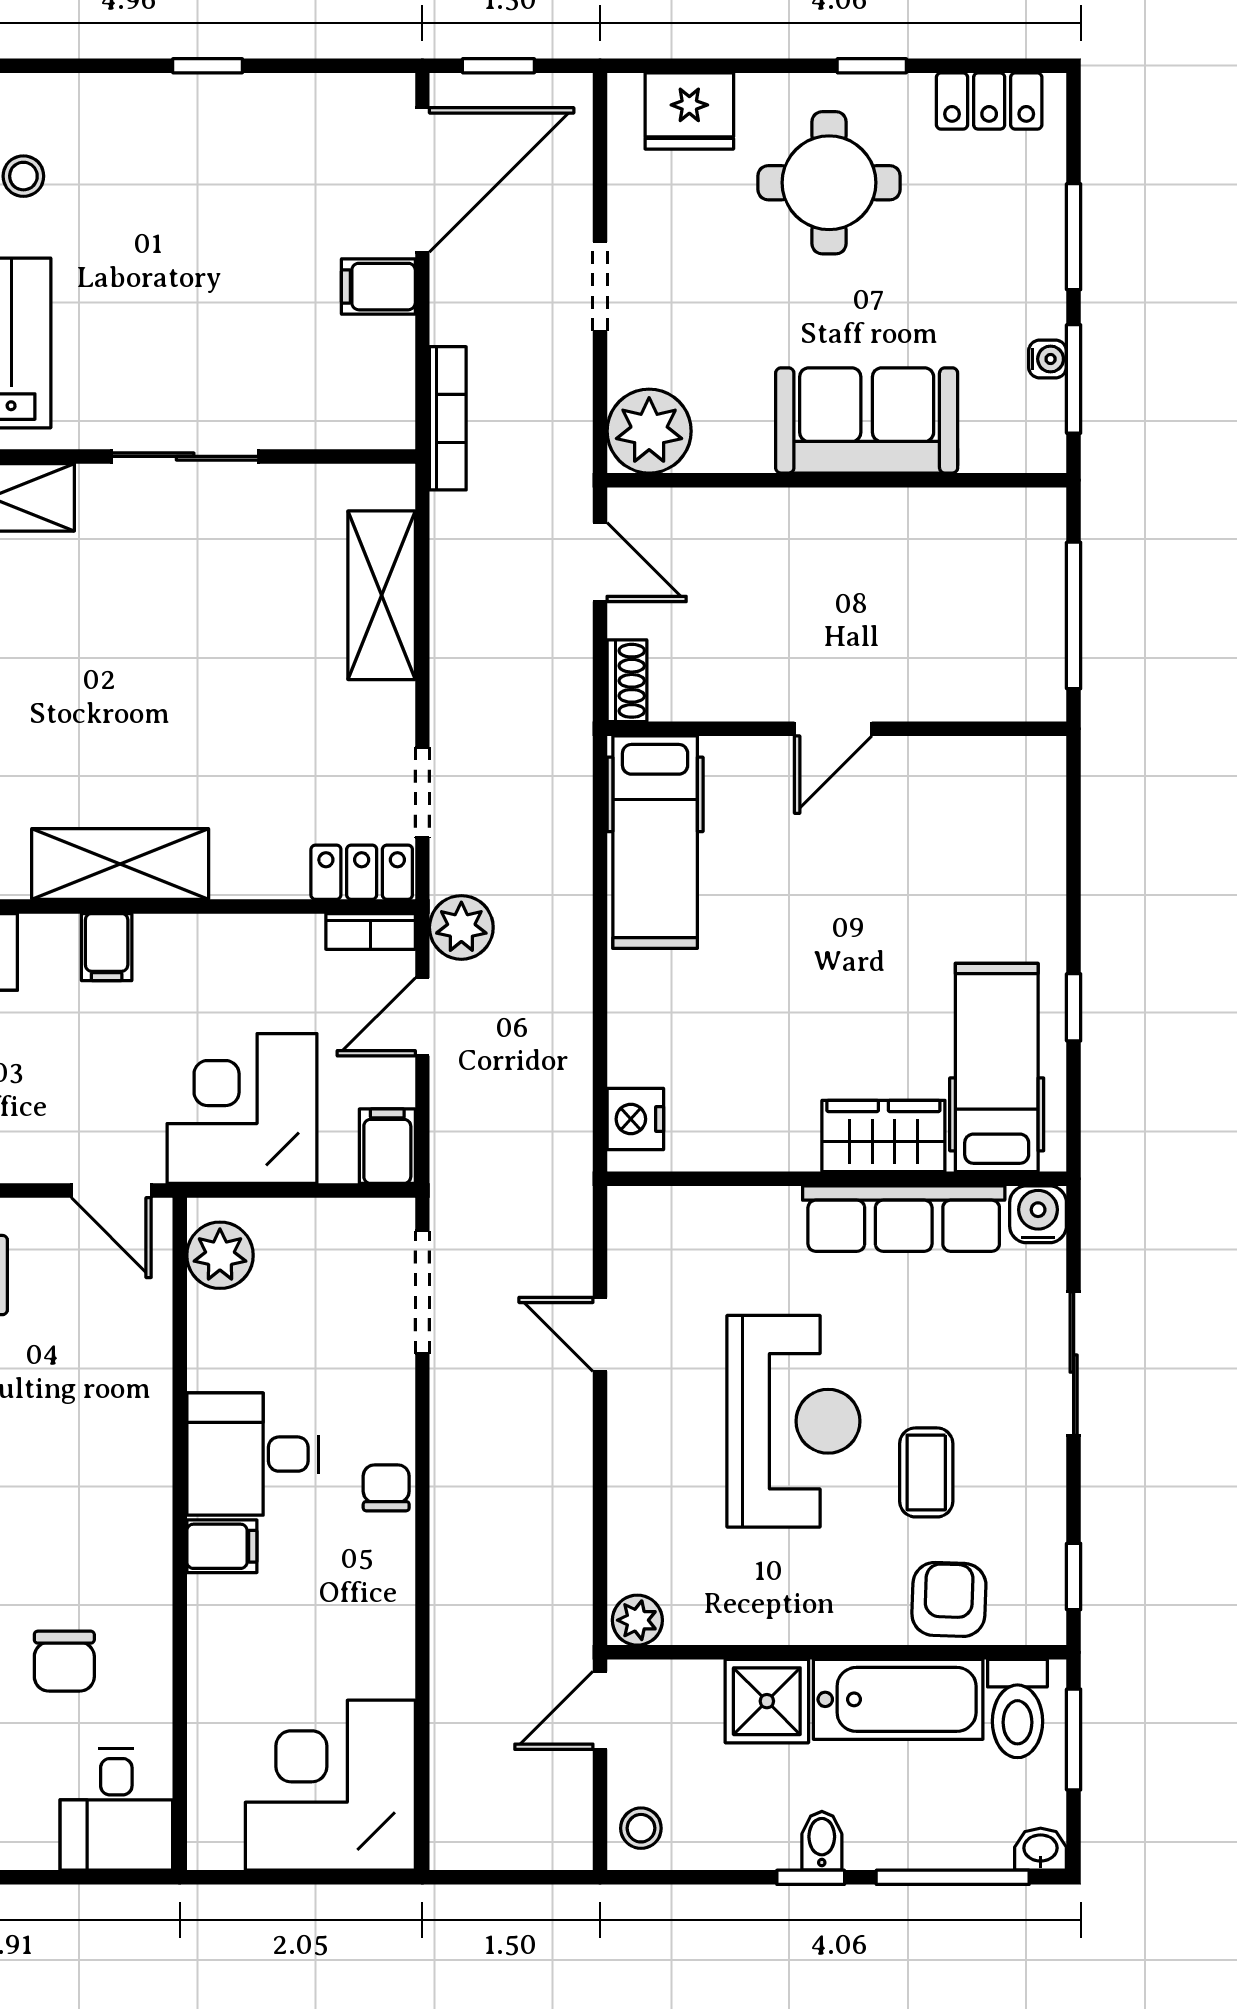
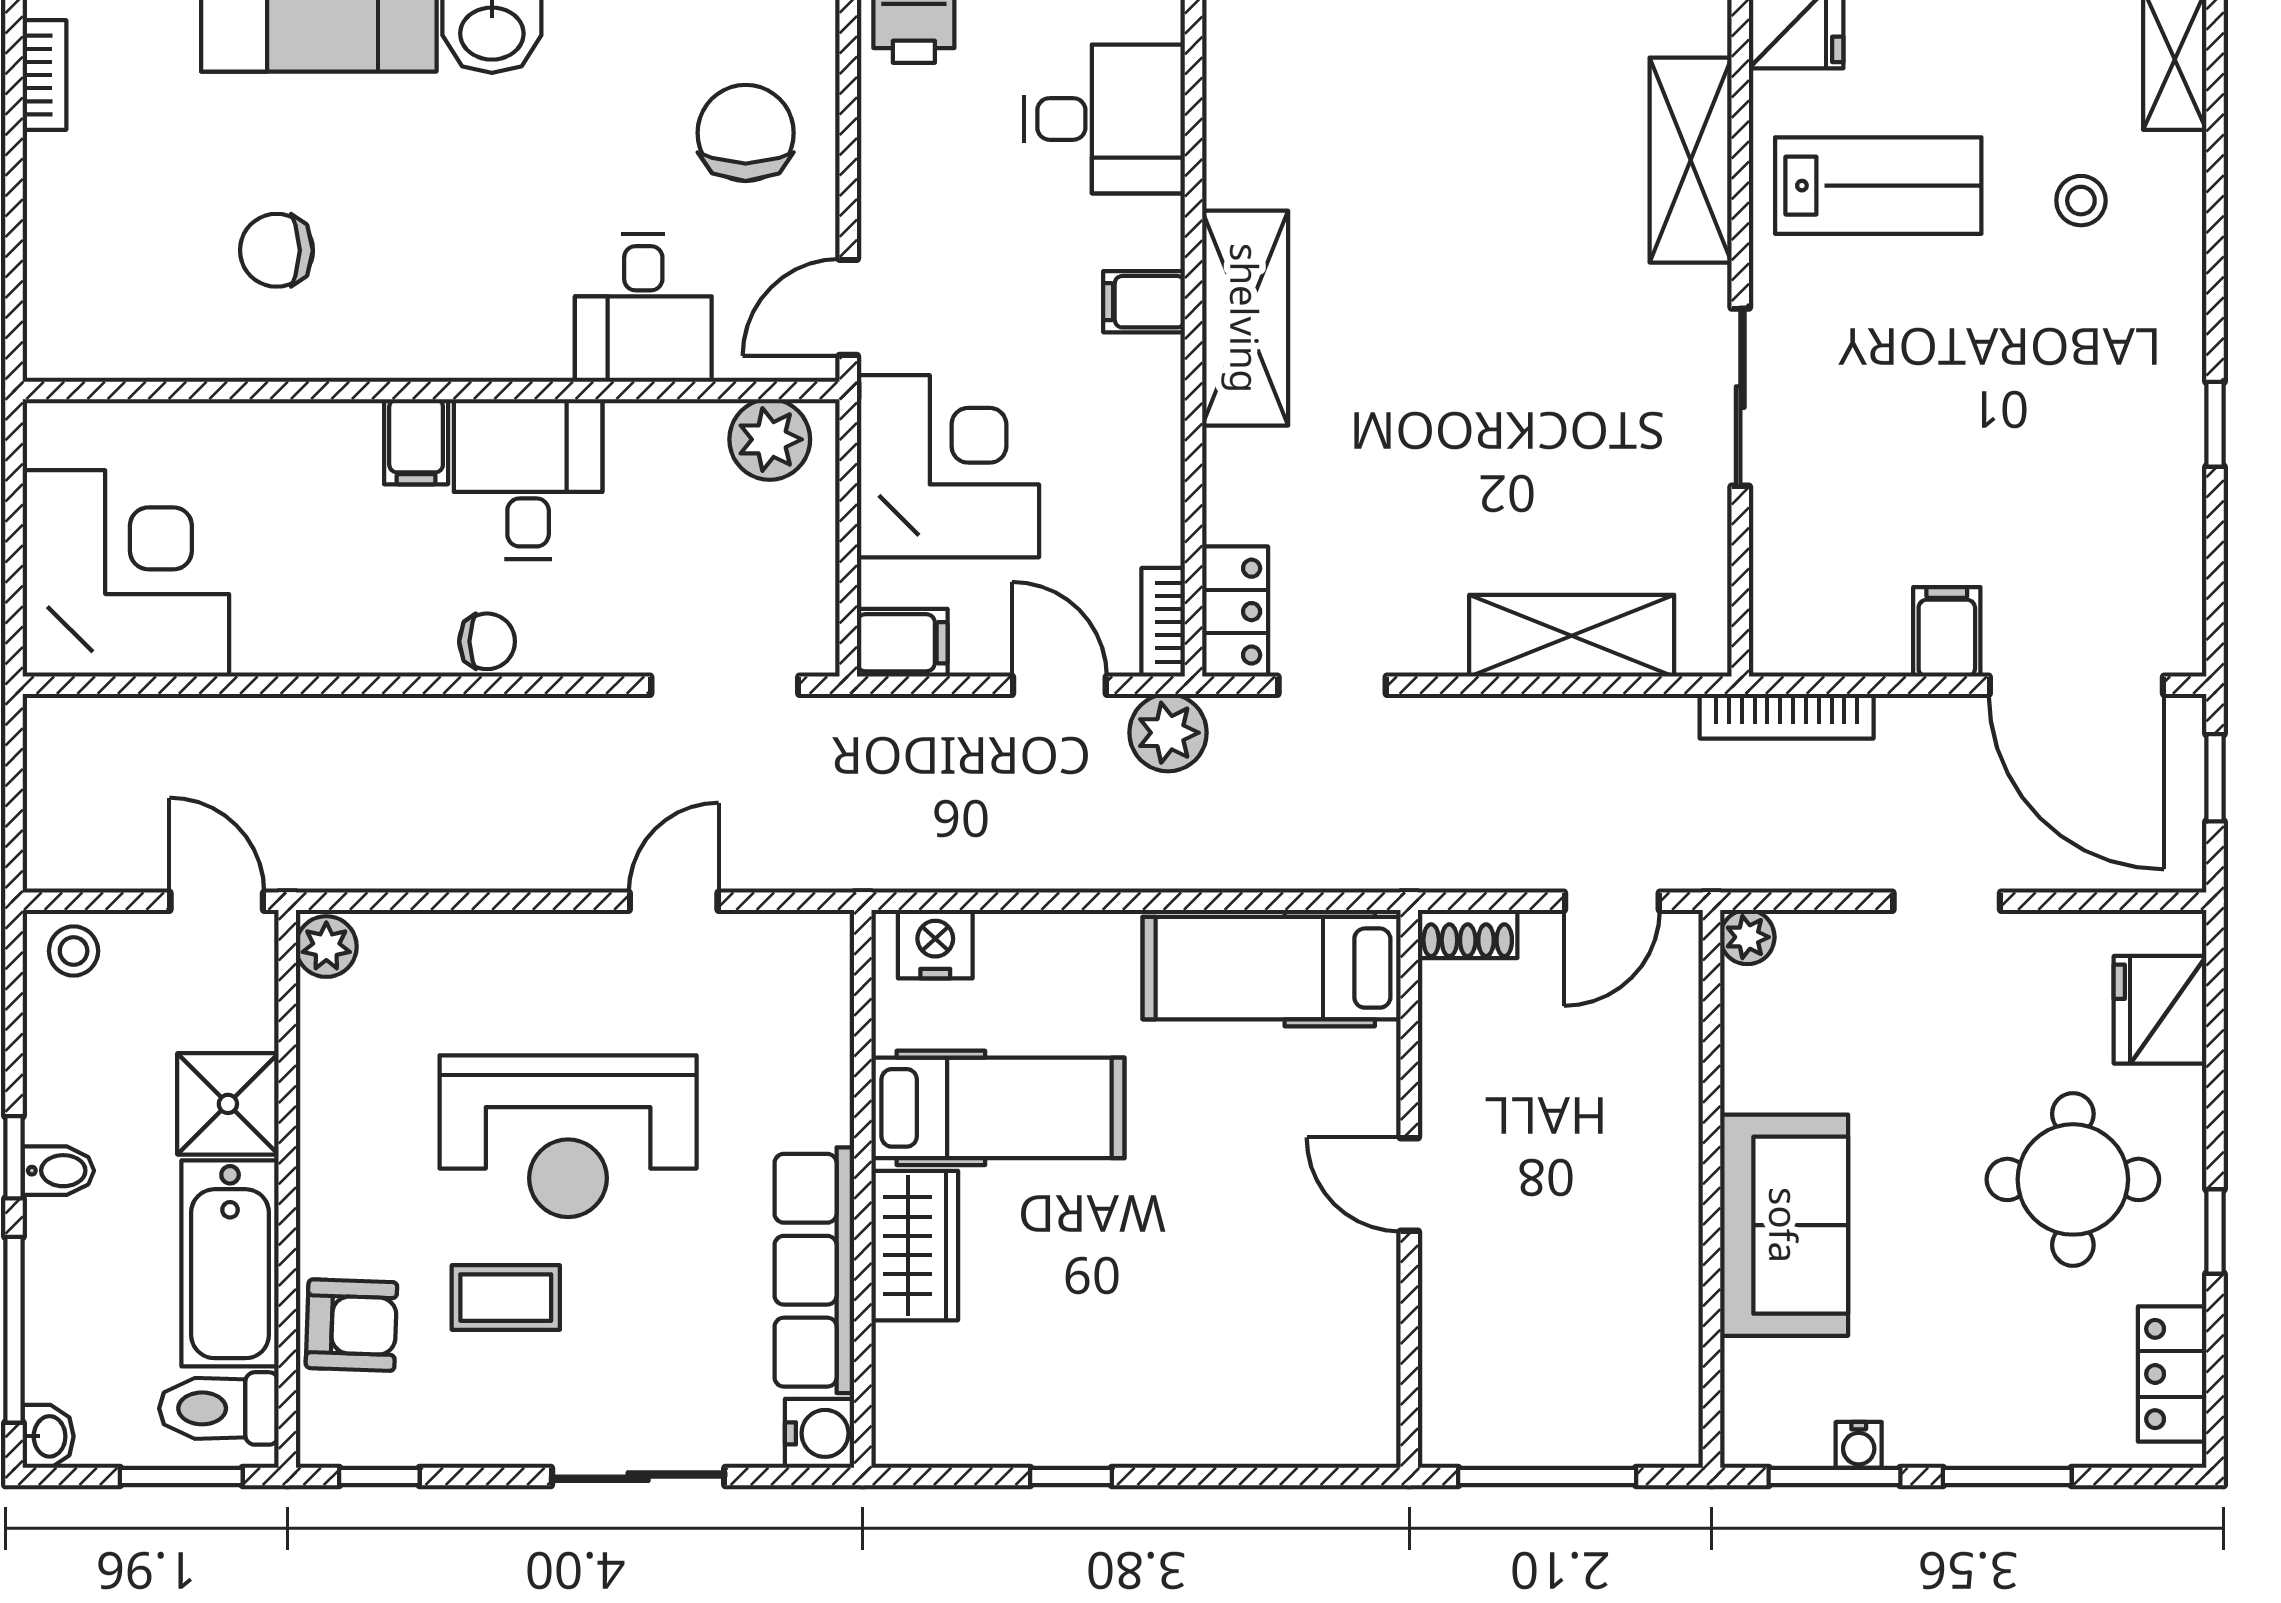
plant: (649, 431) -> (1747, 937), width x0.53, depth x0.53
hospital bed: (997, 1067) -> (998, 1108), moved
desk: (116, 1809) -> (643, 308), moved, turned -90

